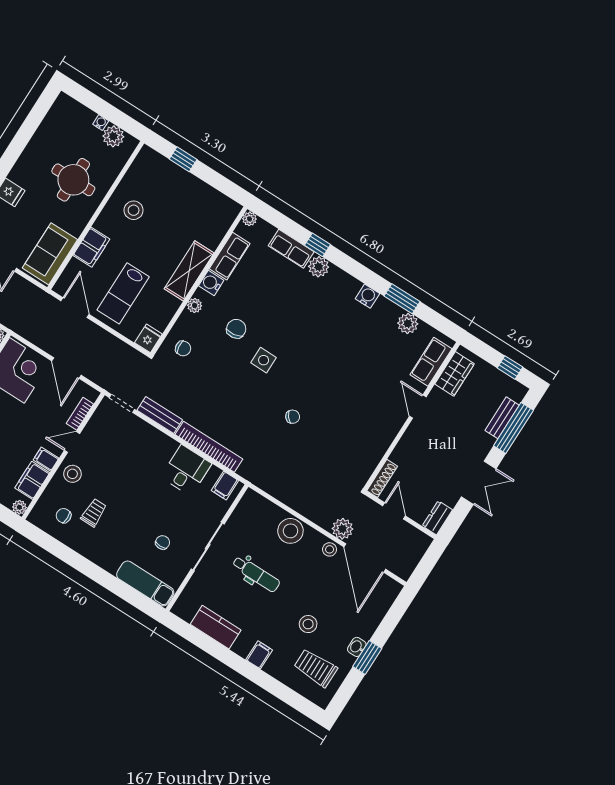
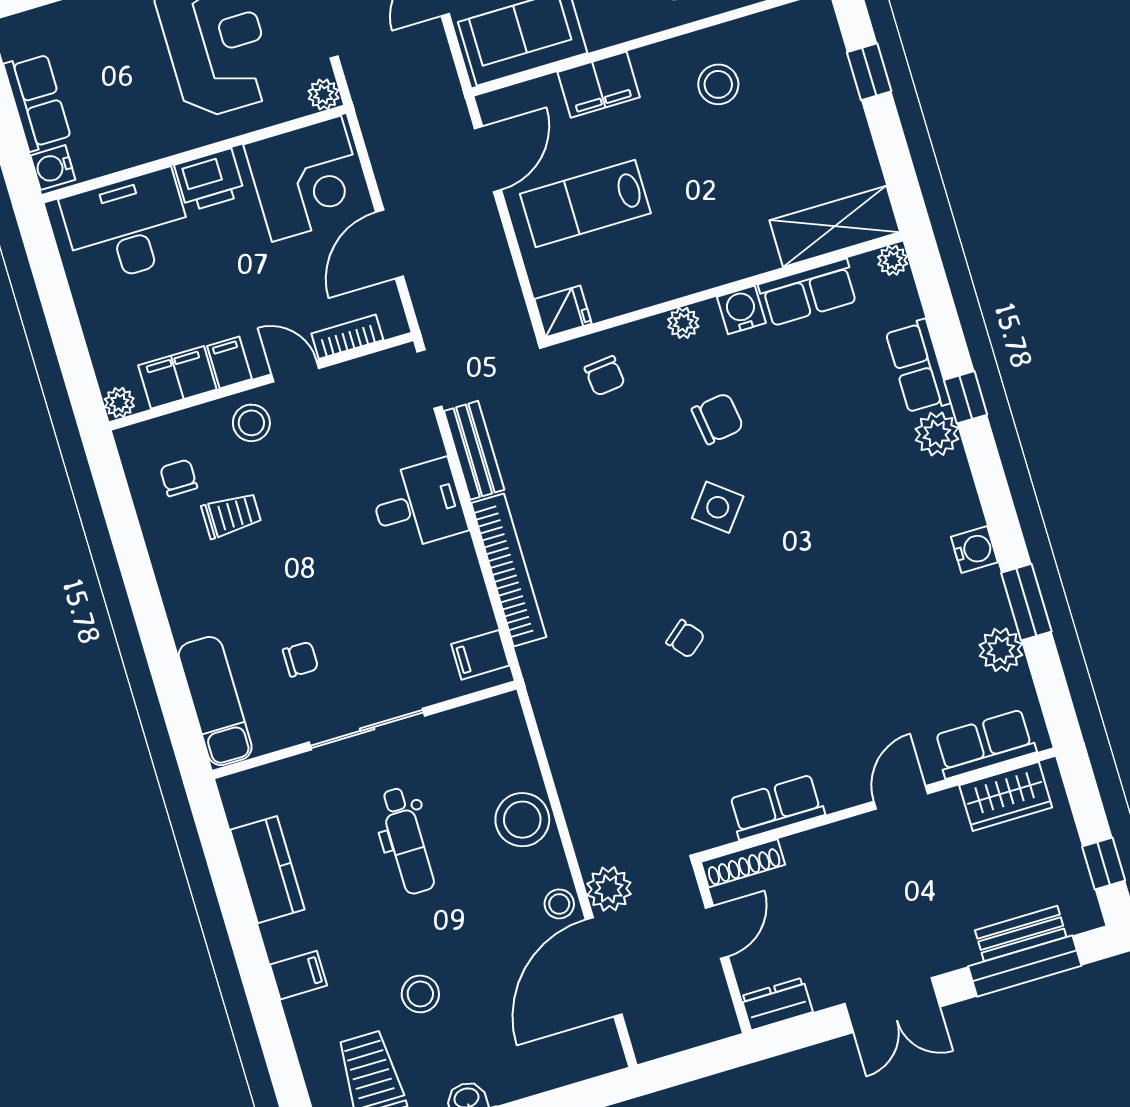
shelving: (189, 271) -> (835, 226), moved
side table: (264, 360) -> (718, 507), turned 38
row of seats: (377, 448) -> (776, 807), added
desk: (186, 470) -> (418, 505), moved

